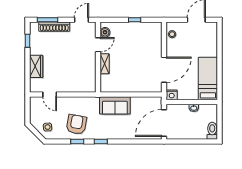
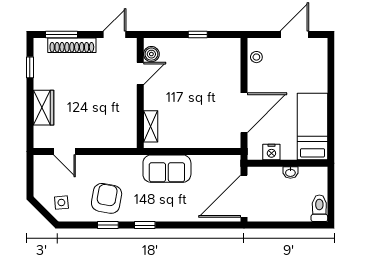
shelving: (105, 64) -> (151, 126), moved
nightstand: (172, 95) -> (271, 152), moved

